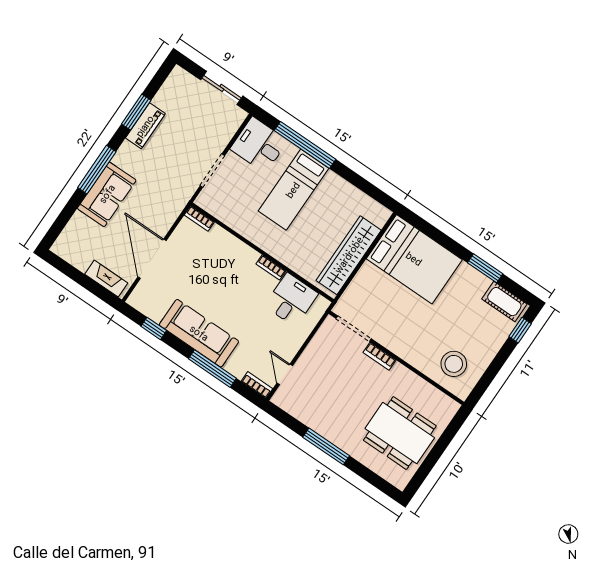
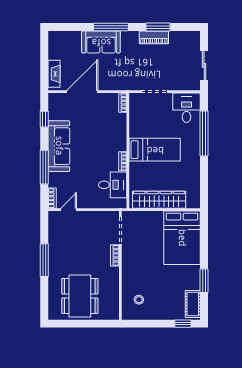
bed: (293, 190) -> (155, 150), moved, turned 180
stool: (454, 364) -> (139, 300), width x0.53, depth x0.53

